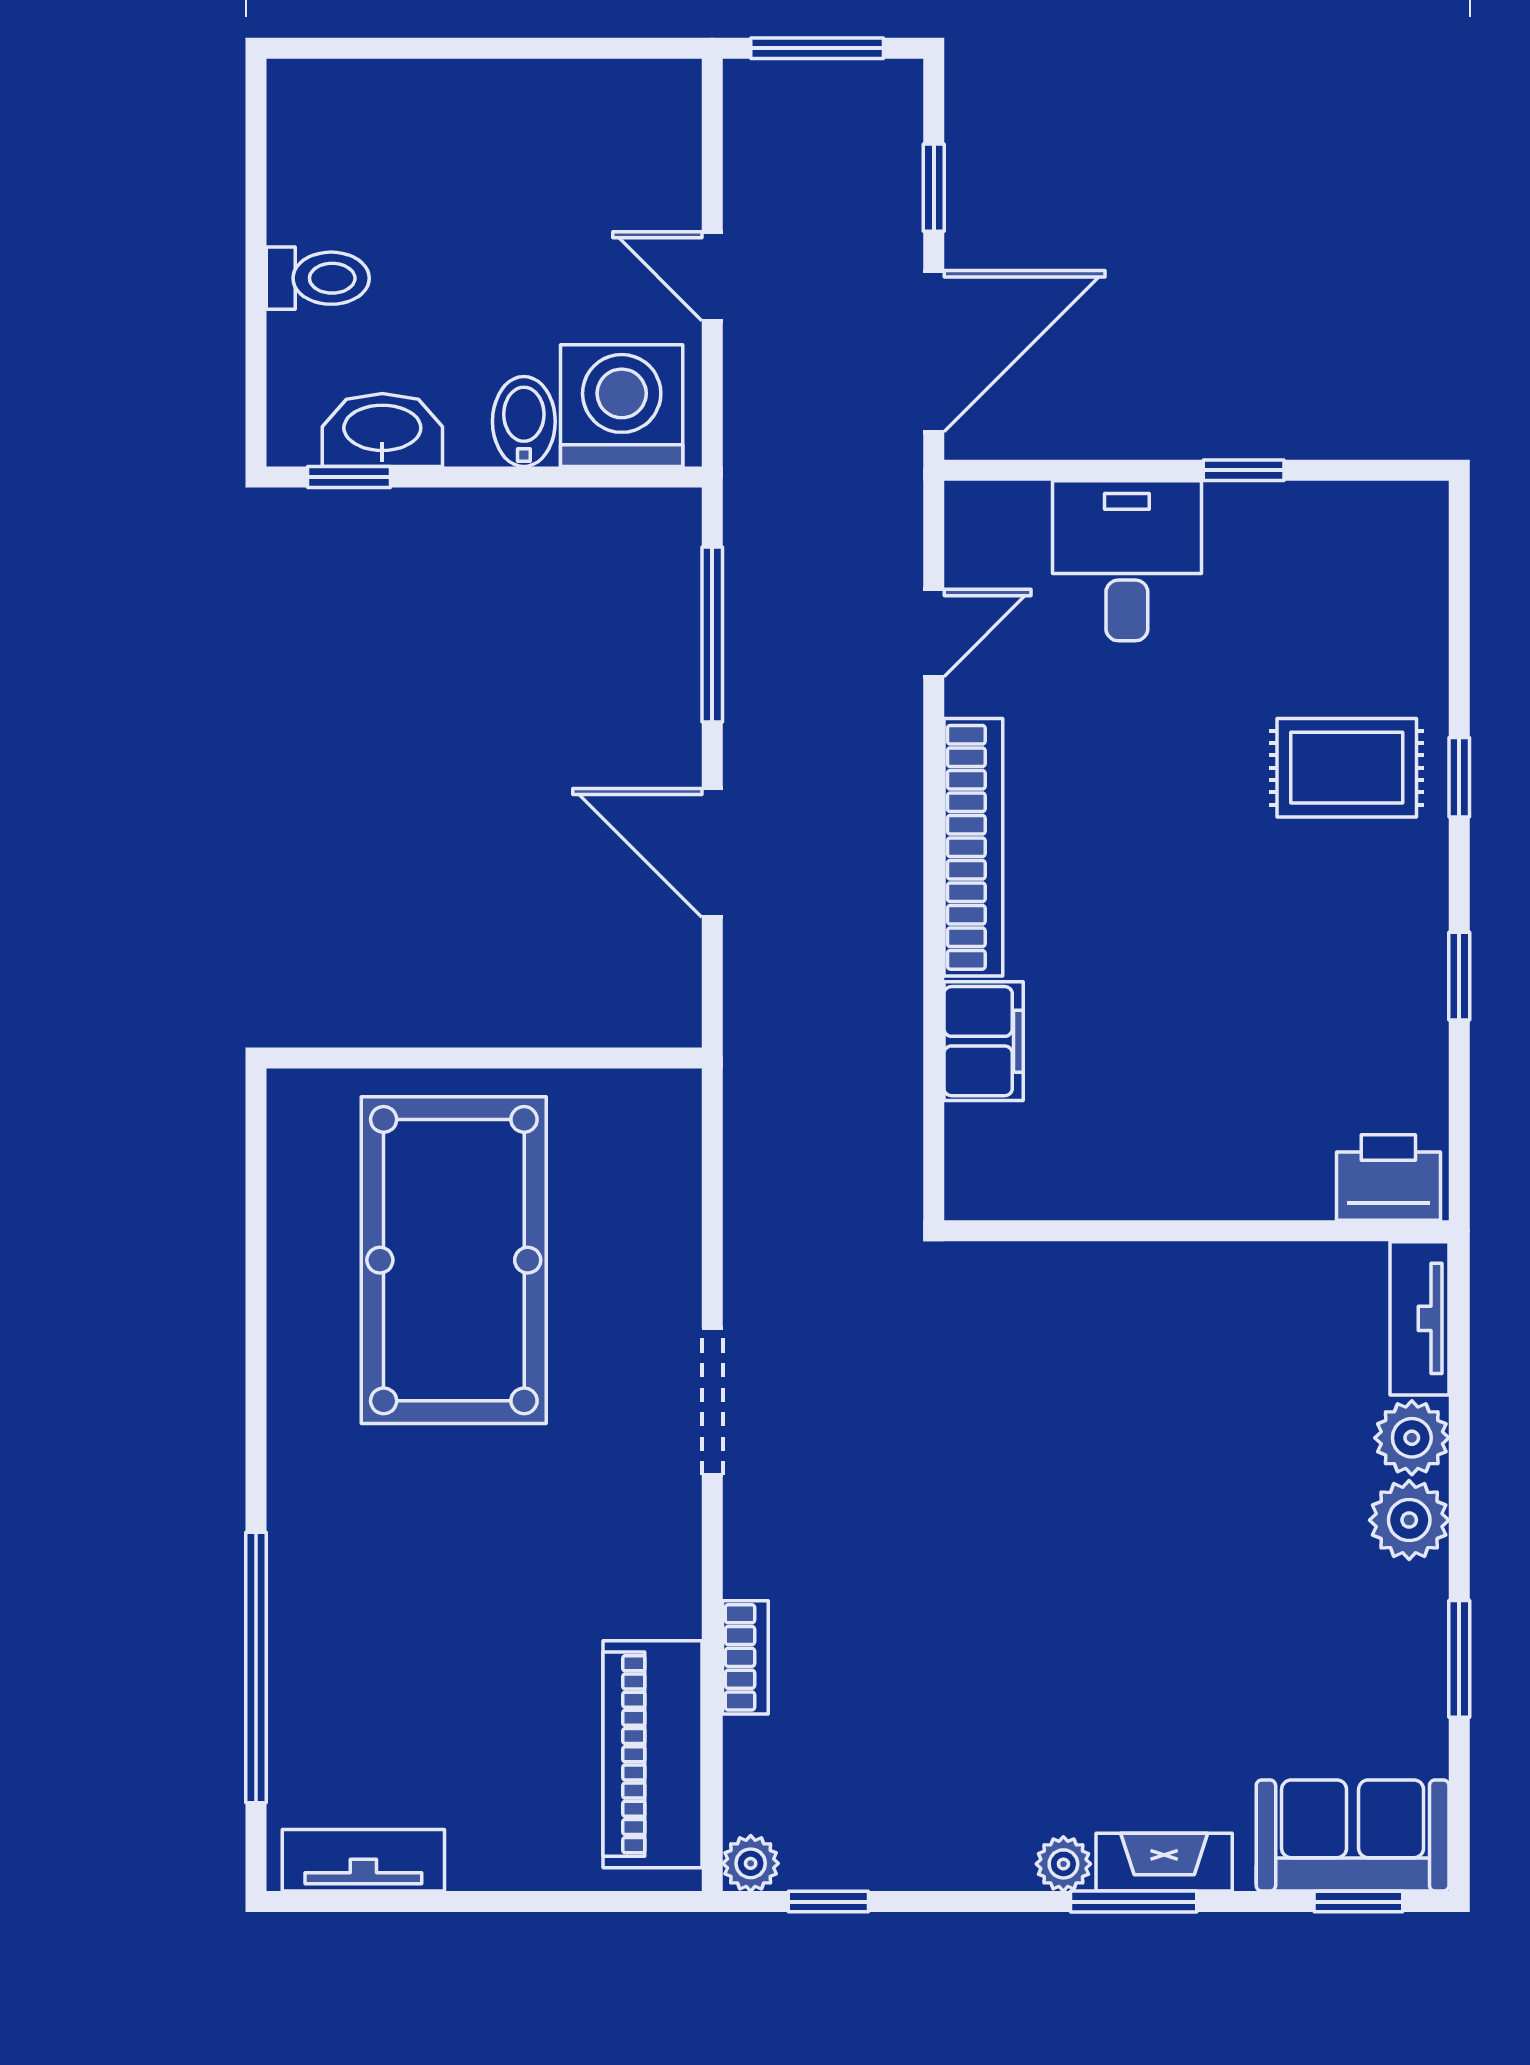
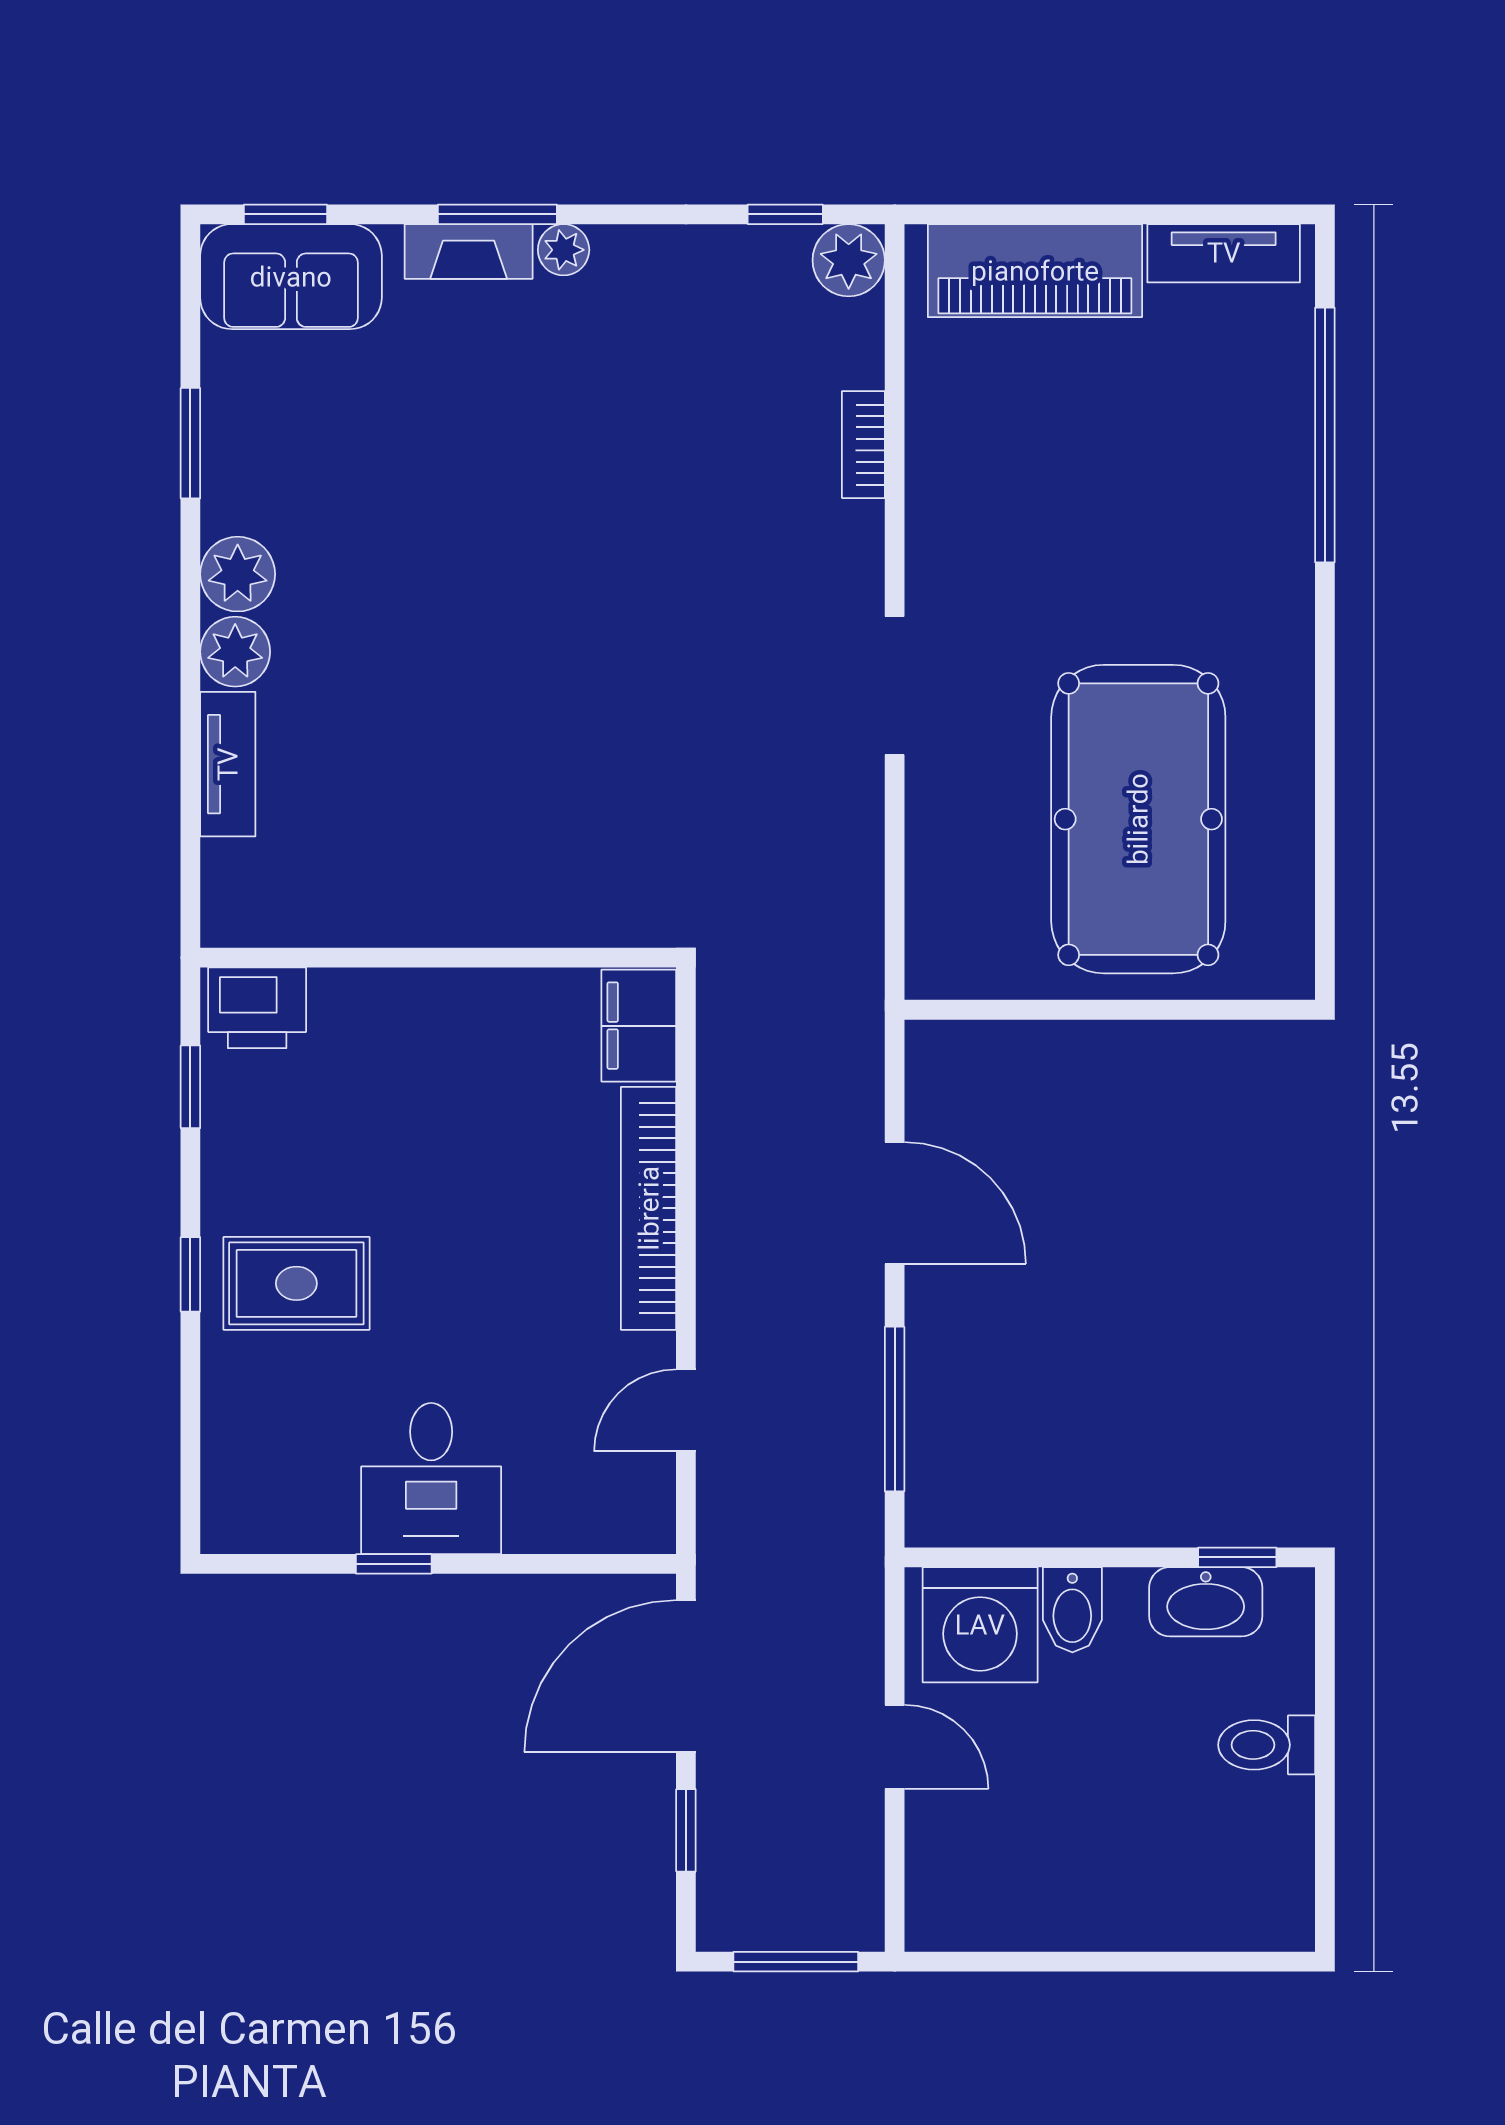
desk: (1127, 561) -> (431, 1479), moved
printer: (1388, 1178) -> (257, 1008), moved
wall: (1196, 1231) -> (438, 958), moved
piano: (653, 1754) -> (1035, 271), moved, turned 90
plant: (751, 1863) -> (849, 260), width x1.38, depth x1.38

